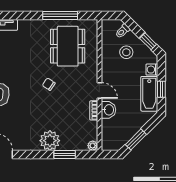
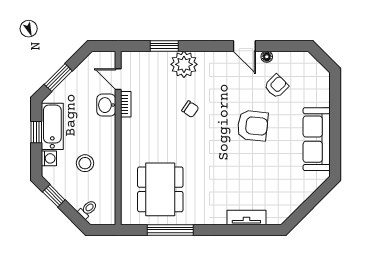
stool: (126, 52) -> (85, 163), moved
chair: (49, 84) -> (190, 109), moved
door: (99, 90) -> (118, 79), moved
window: (136, 139) -> (58, 78), moved
plant: (93, 146) -> (127, 58), removed

